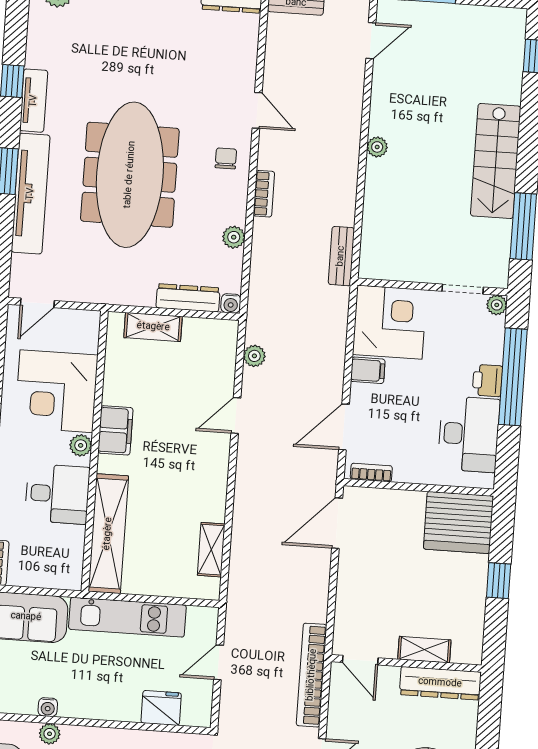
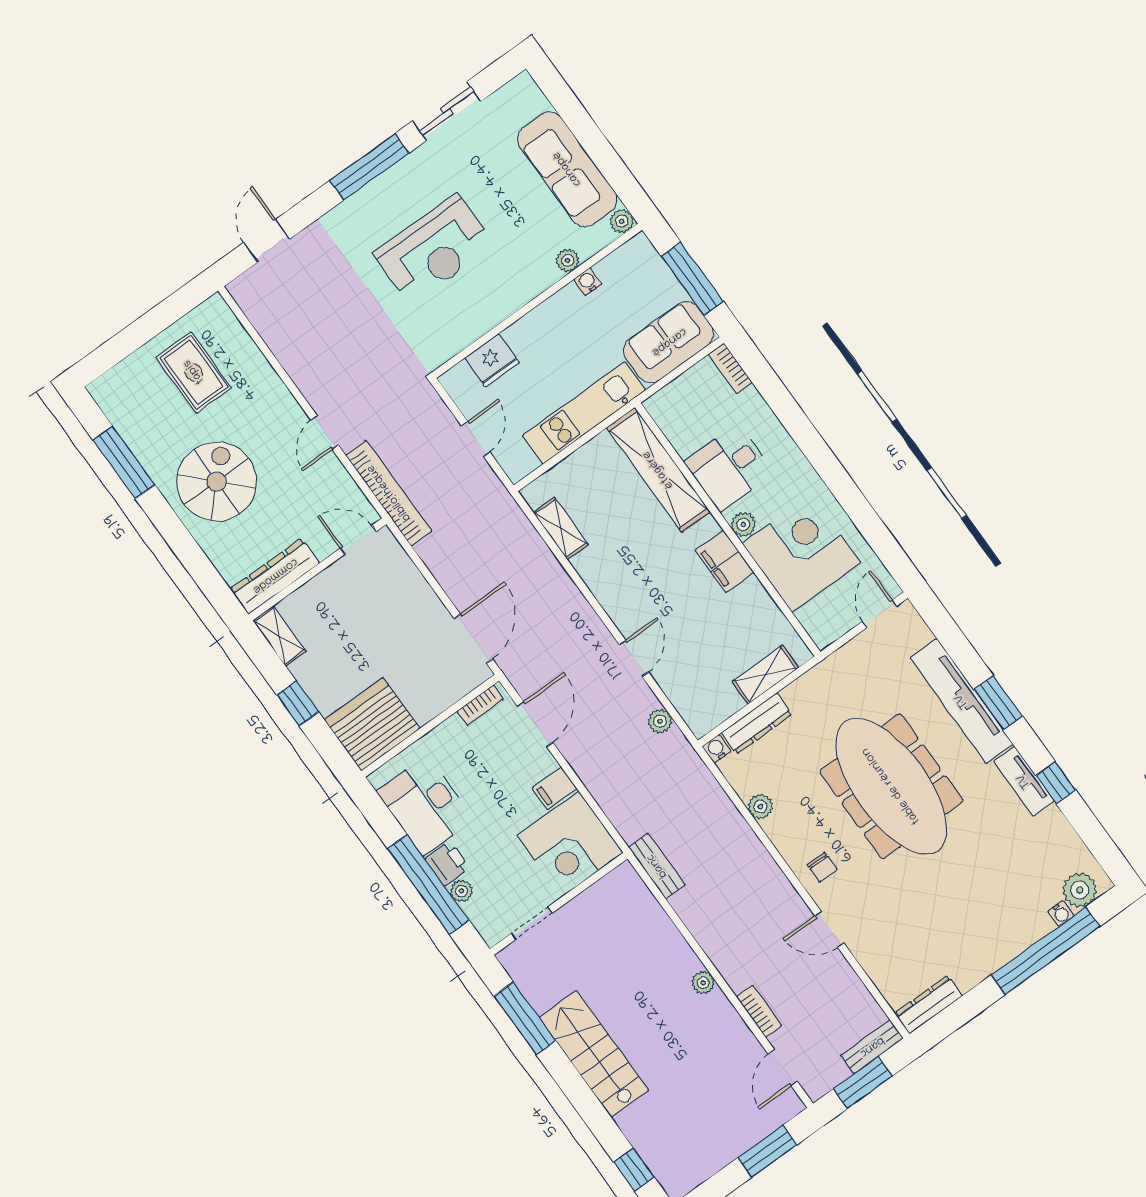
bookcase: (264, 194) -> (759, 1011), moved, turned 180
plant: (497, 305) -> (461, 891), moved
shelving: (424, 650) -> (279, 636), moved, turned 90

